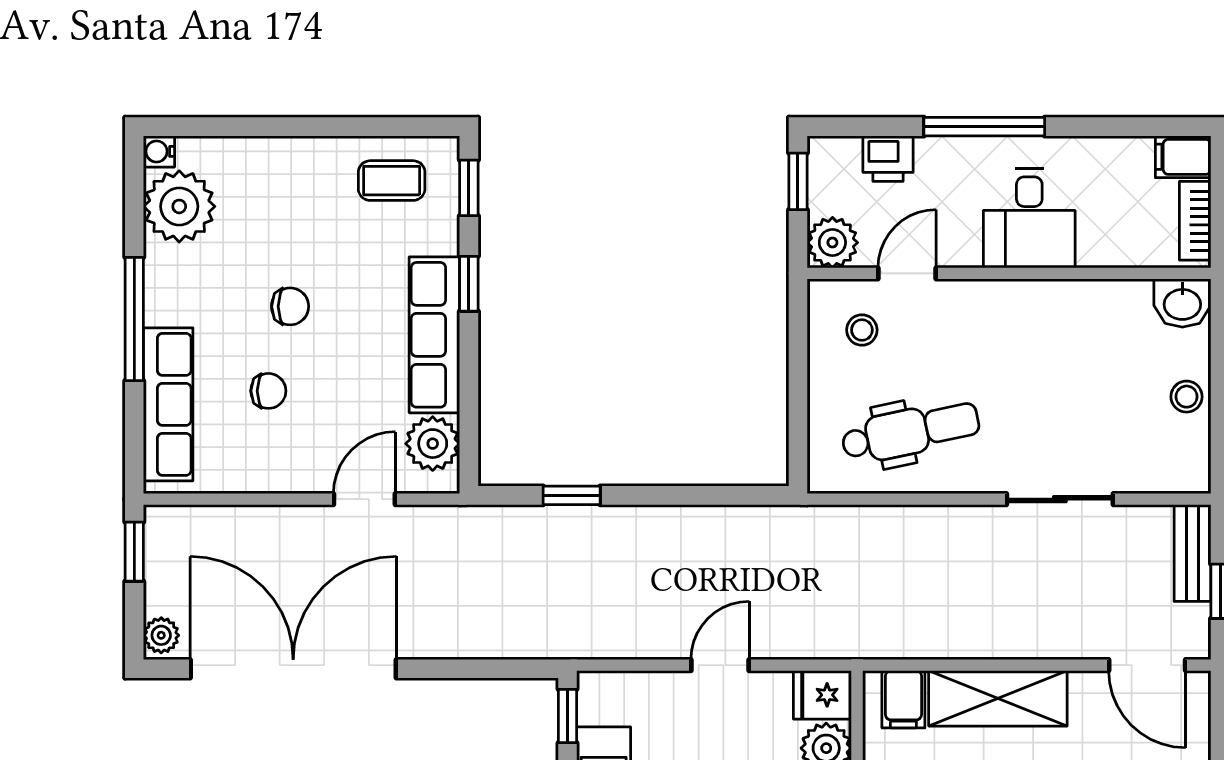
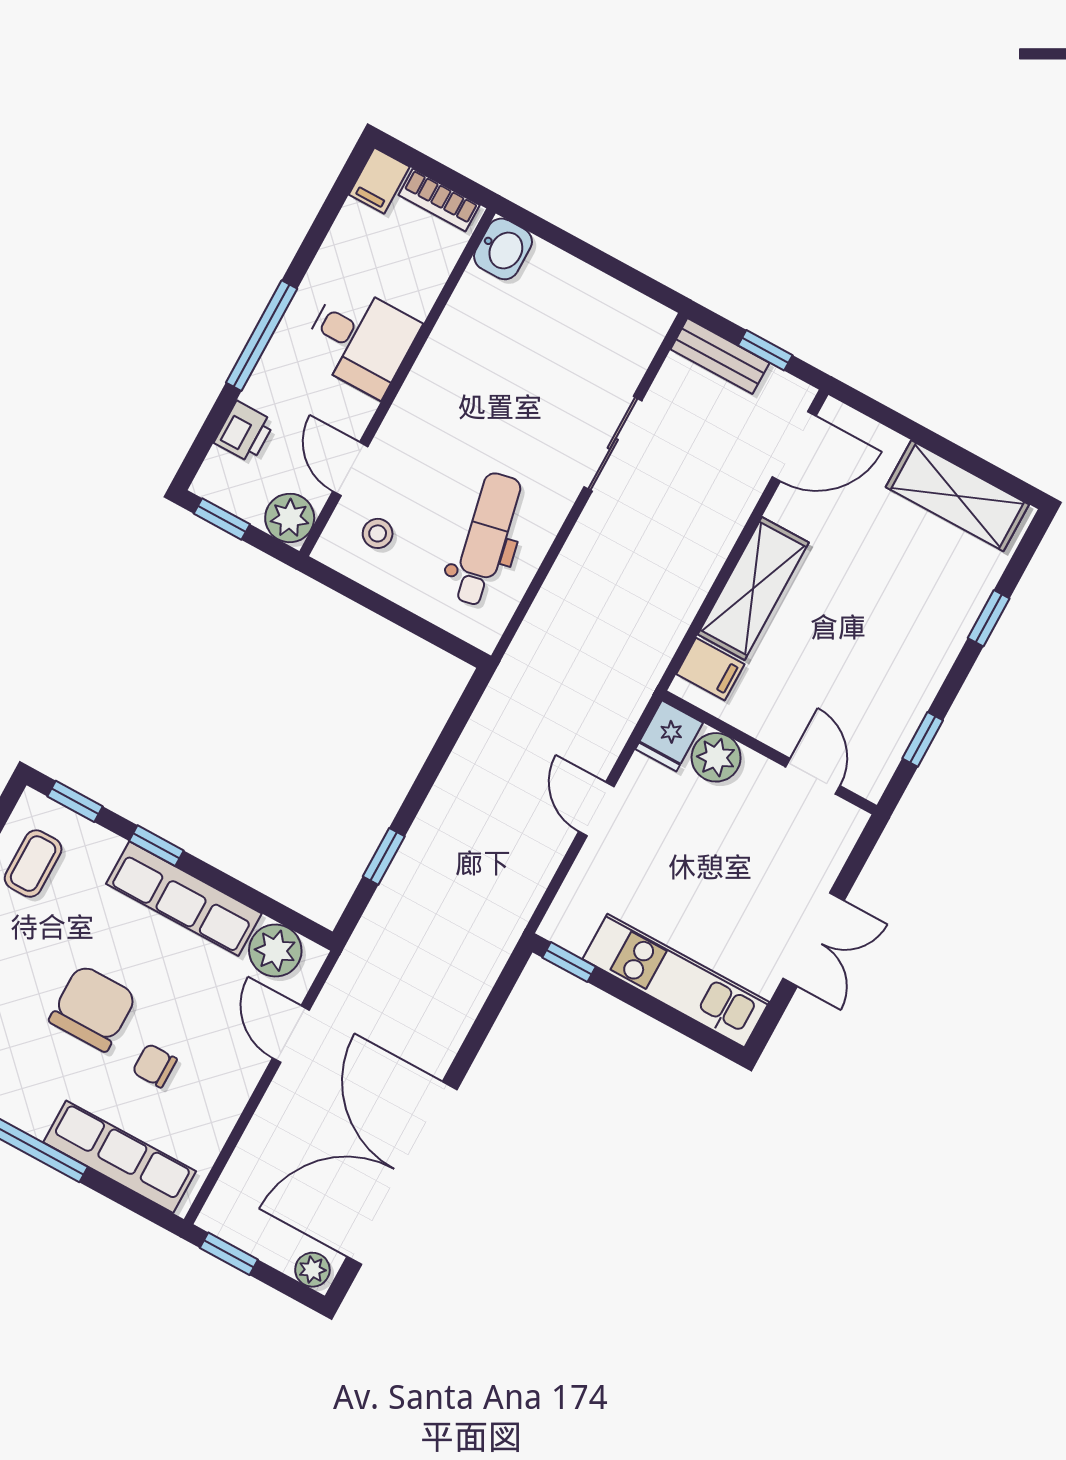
chair: (290, 306) -> (93, 1008), width x1.87, depth x1.87
chair: (268, 391) -> (155, 1066), turned -90
stool: (1187, 397) -> (584, 289), removed

